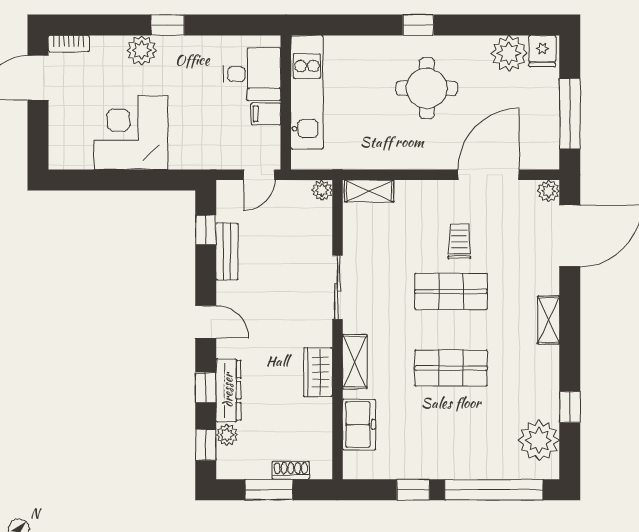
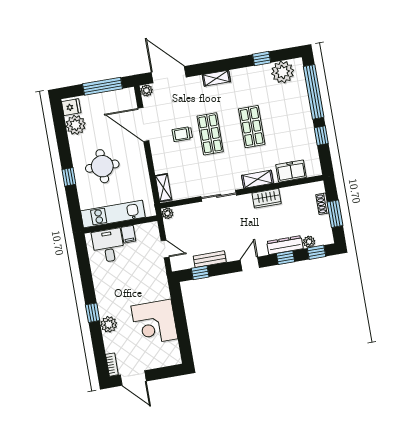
desk: (252, 74) -> (108, 246), moved
kitchen unit: (307, 92) -> (113, 214), moved
wall: (286, 102) -> (120, 224), moved
filing cabinet: (266, 114) -> (128, 234), moved

